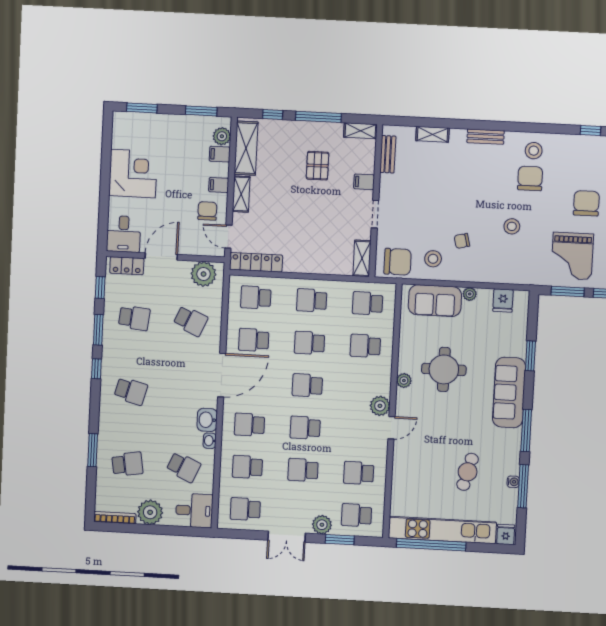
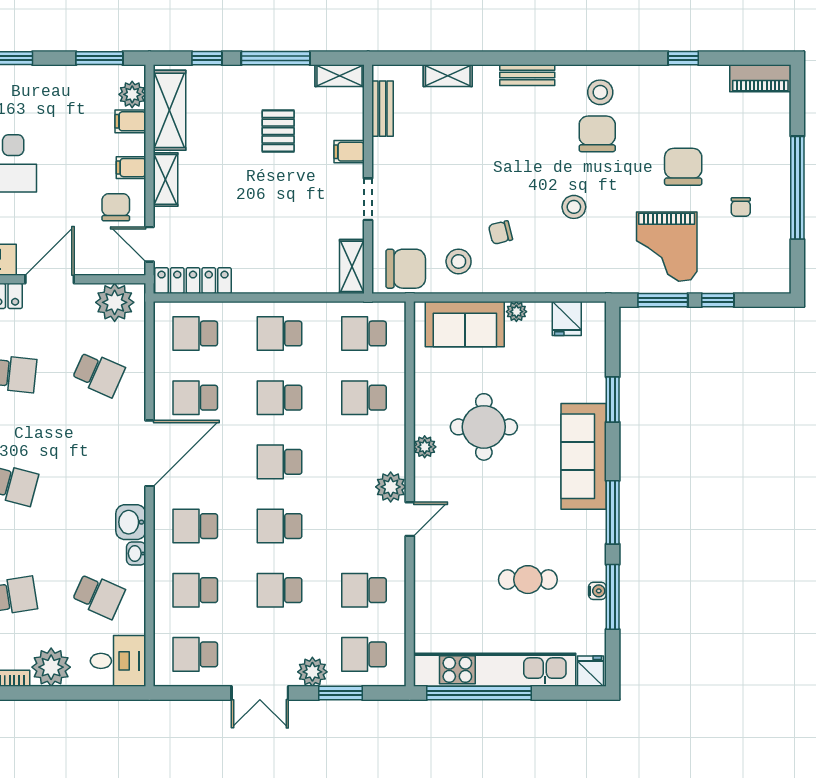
cafe table: (468, 472) -> (528, 580), turned 75

